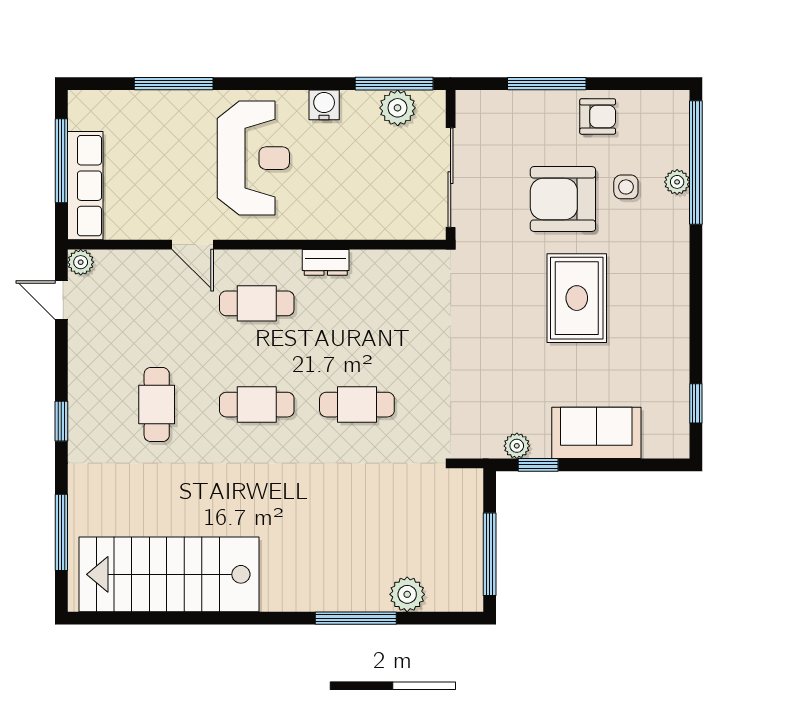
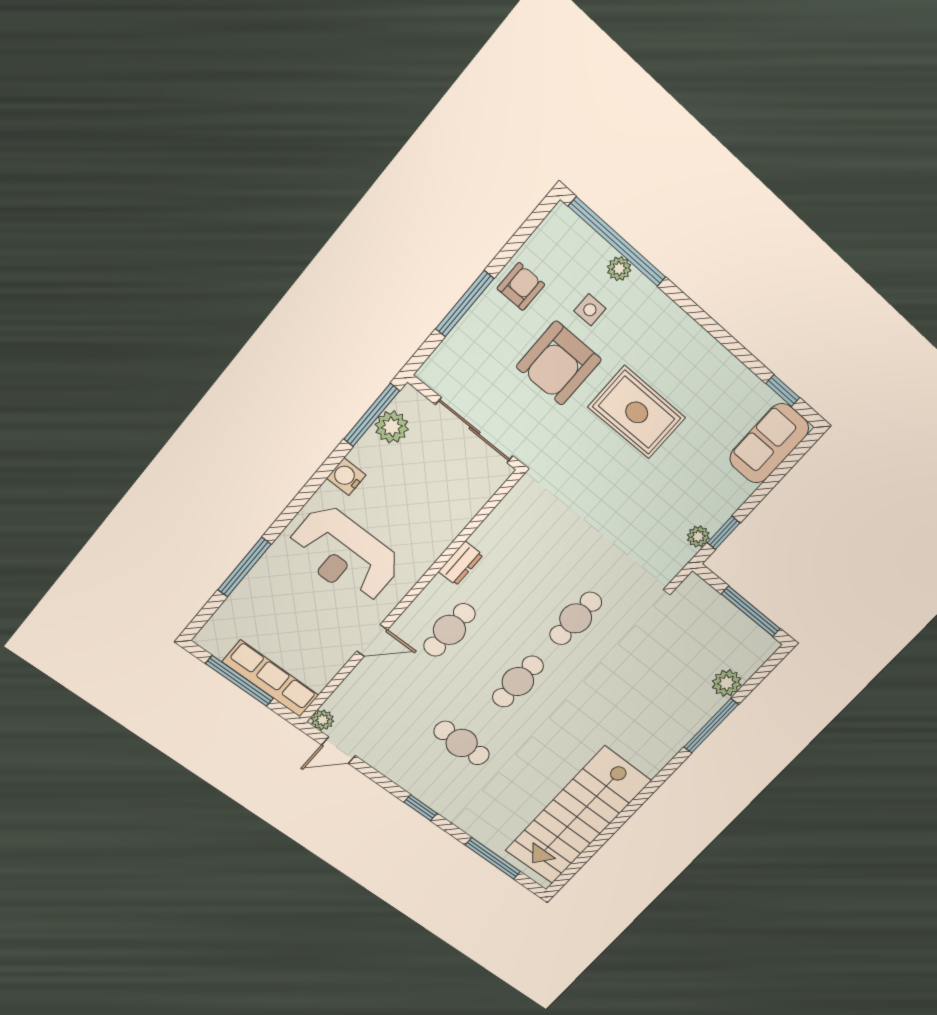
reception desk: (253, 158) -> (345, 555), turned 180
sofa: (596, 433) -> (769, 443), moved

